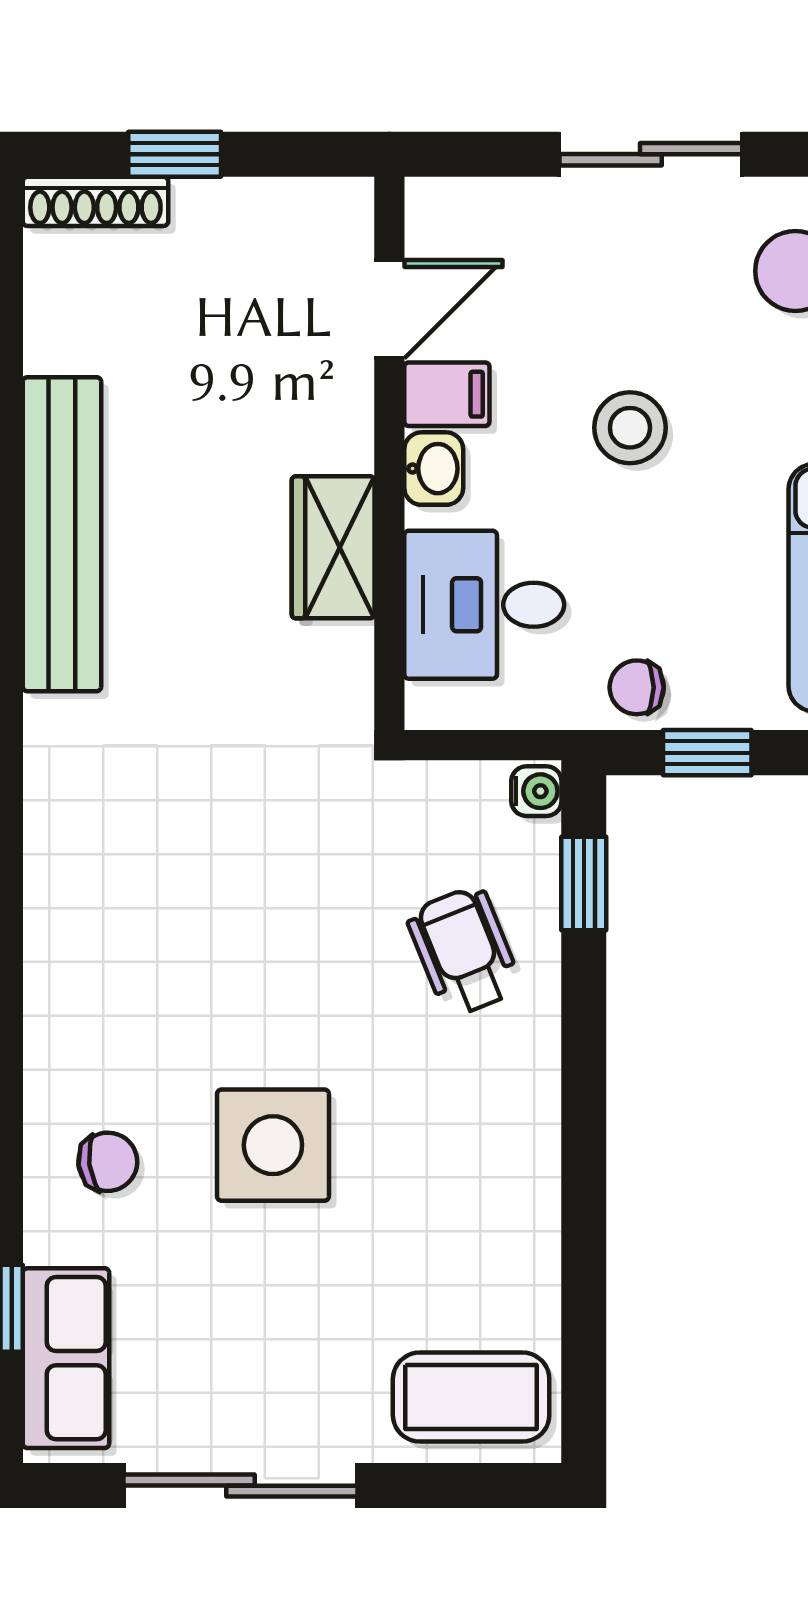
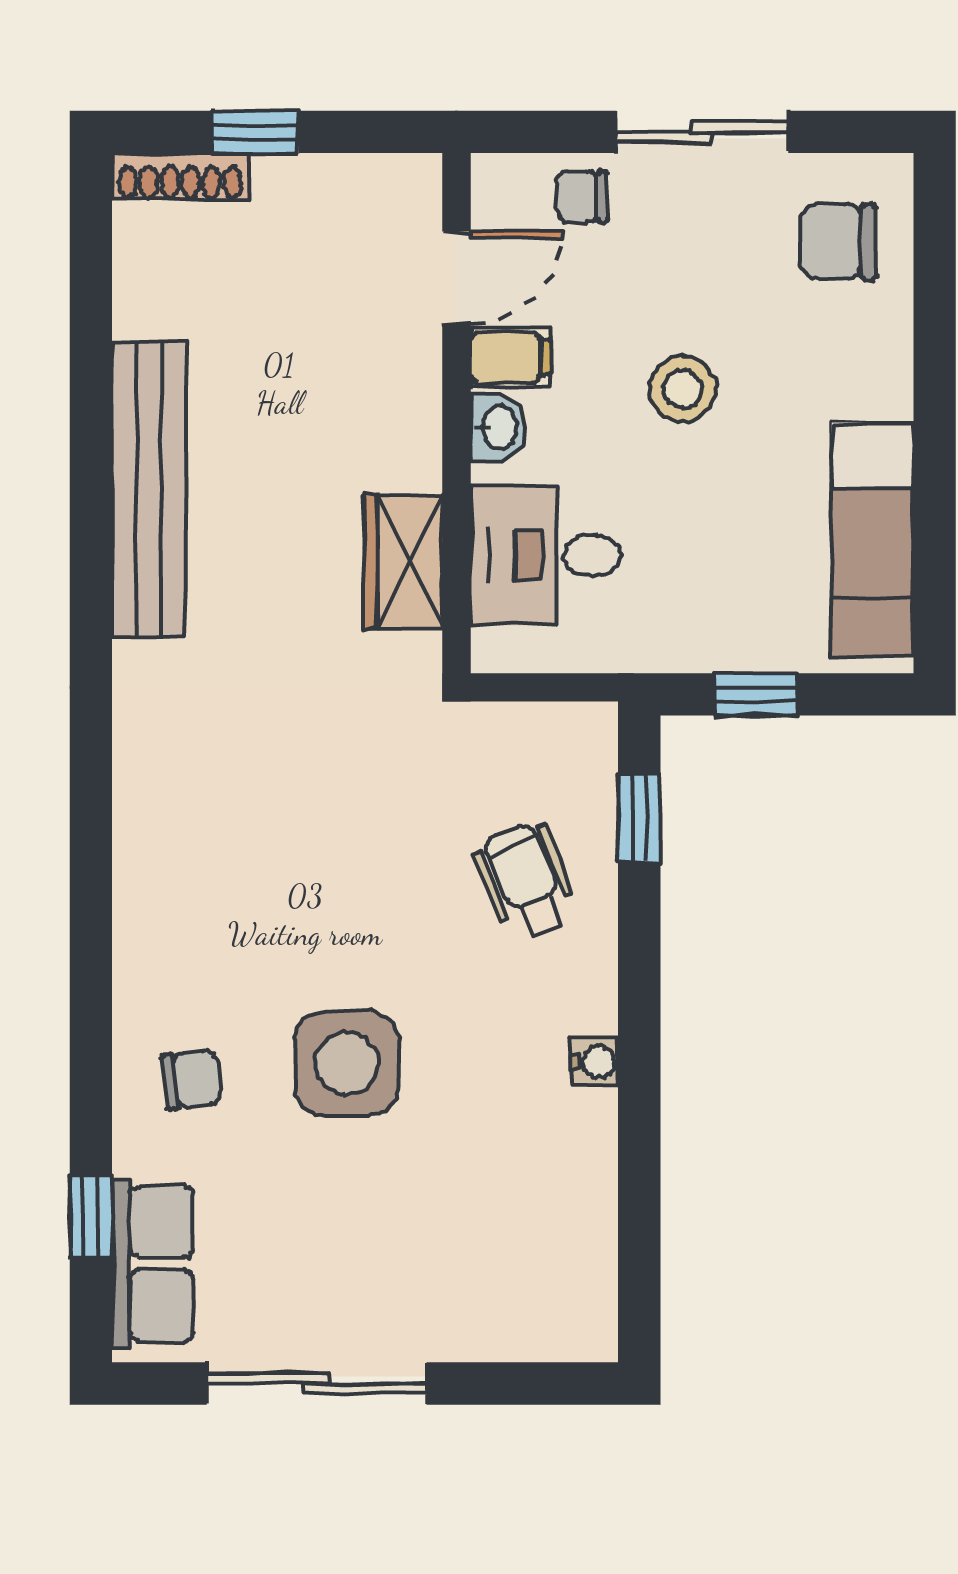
wardrobe: (333, 547) -> (404, 561), moved
chair: (637, 687) -> (582, 196), moved
water cooler: (536, 791) -> (595, 1062), moved
coffee table: (471, 1397) -> (533, 1300), removed

